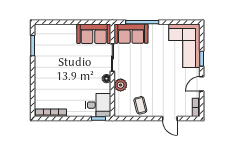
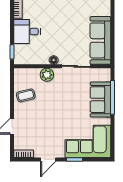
sofa: (94, 34) -> (100, 40), width x1.36
sofa: (131, 34) -> (100, 100), moved
door: (202, 84) -> (48, 159), swing flipped
desk: (98, 105) -> (27, 32), moved, turned 90

